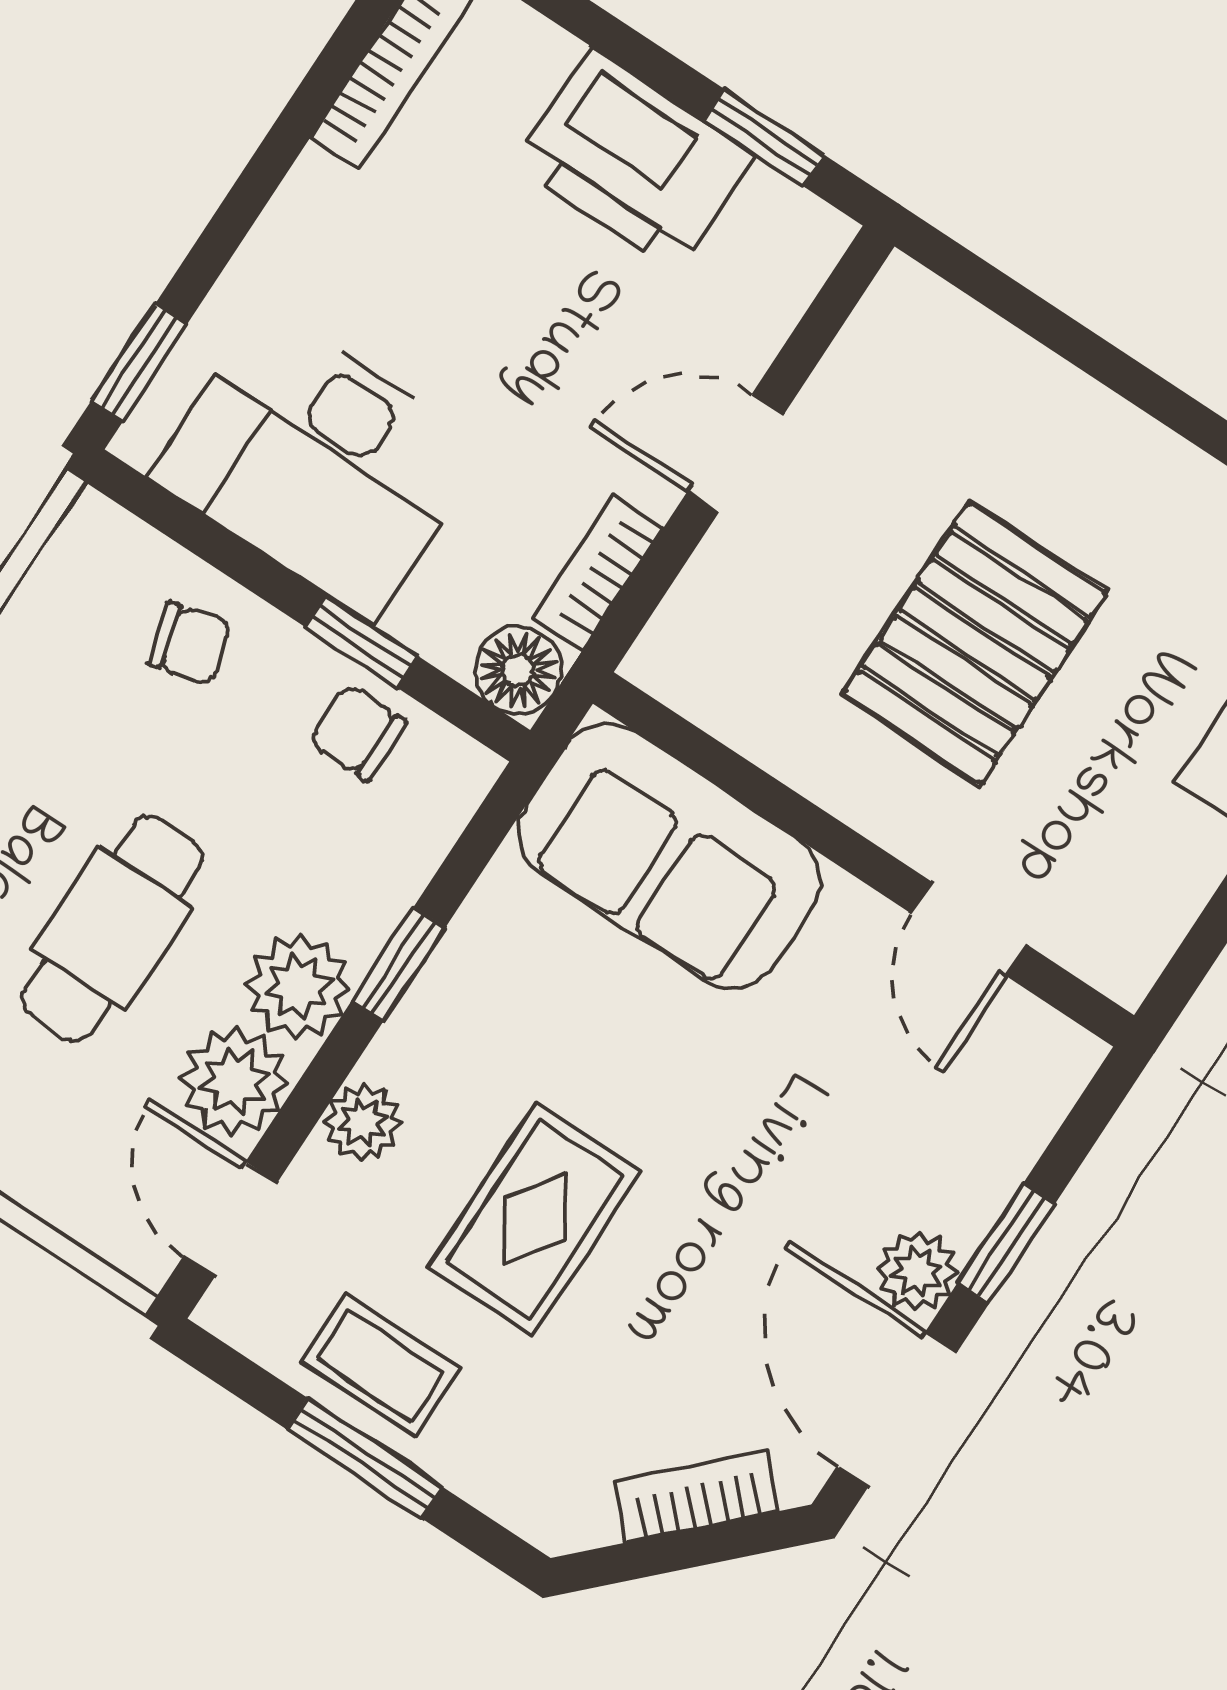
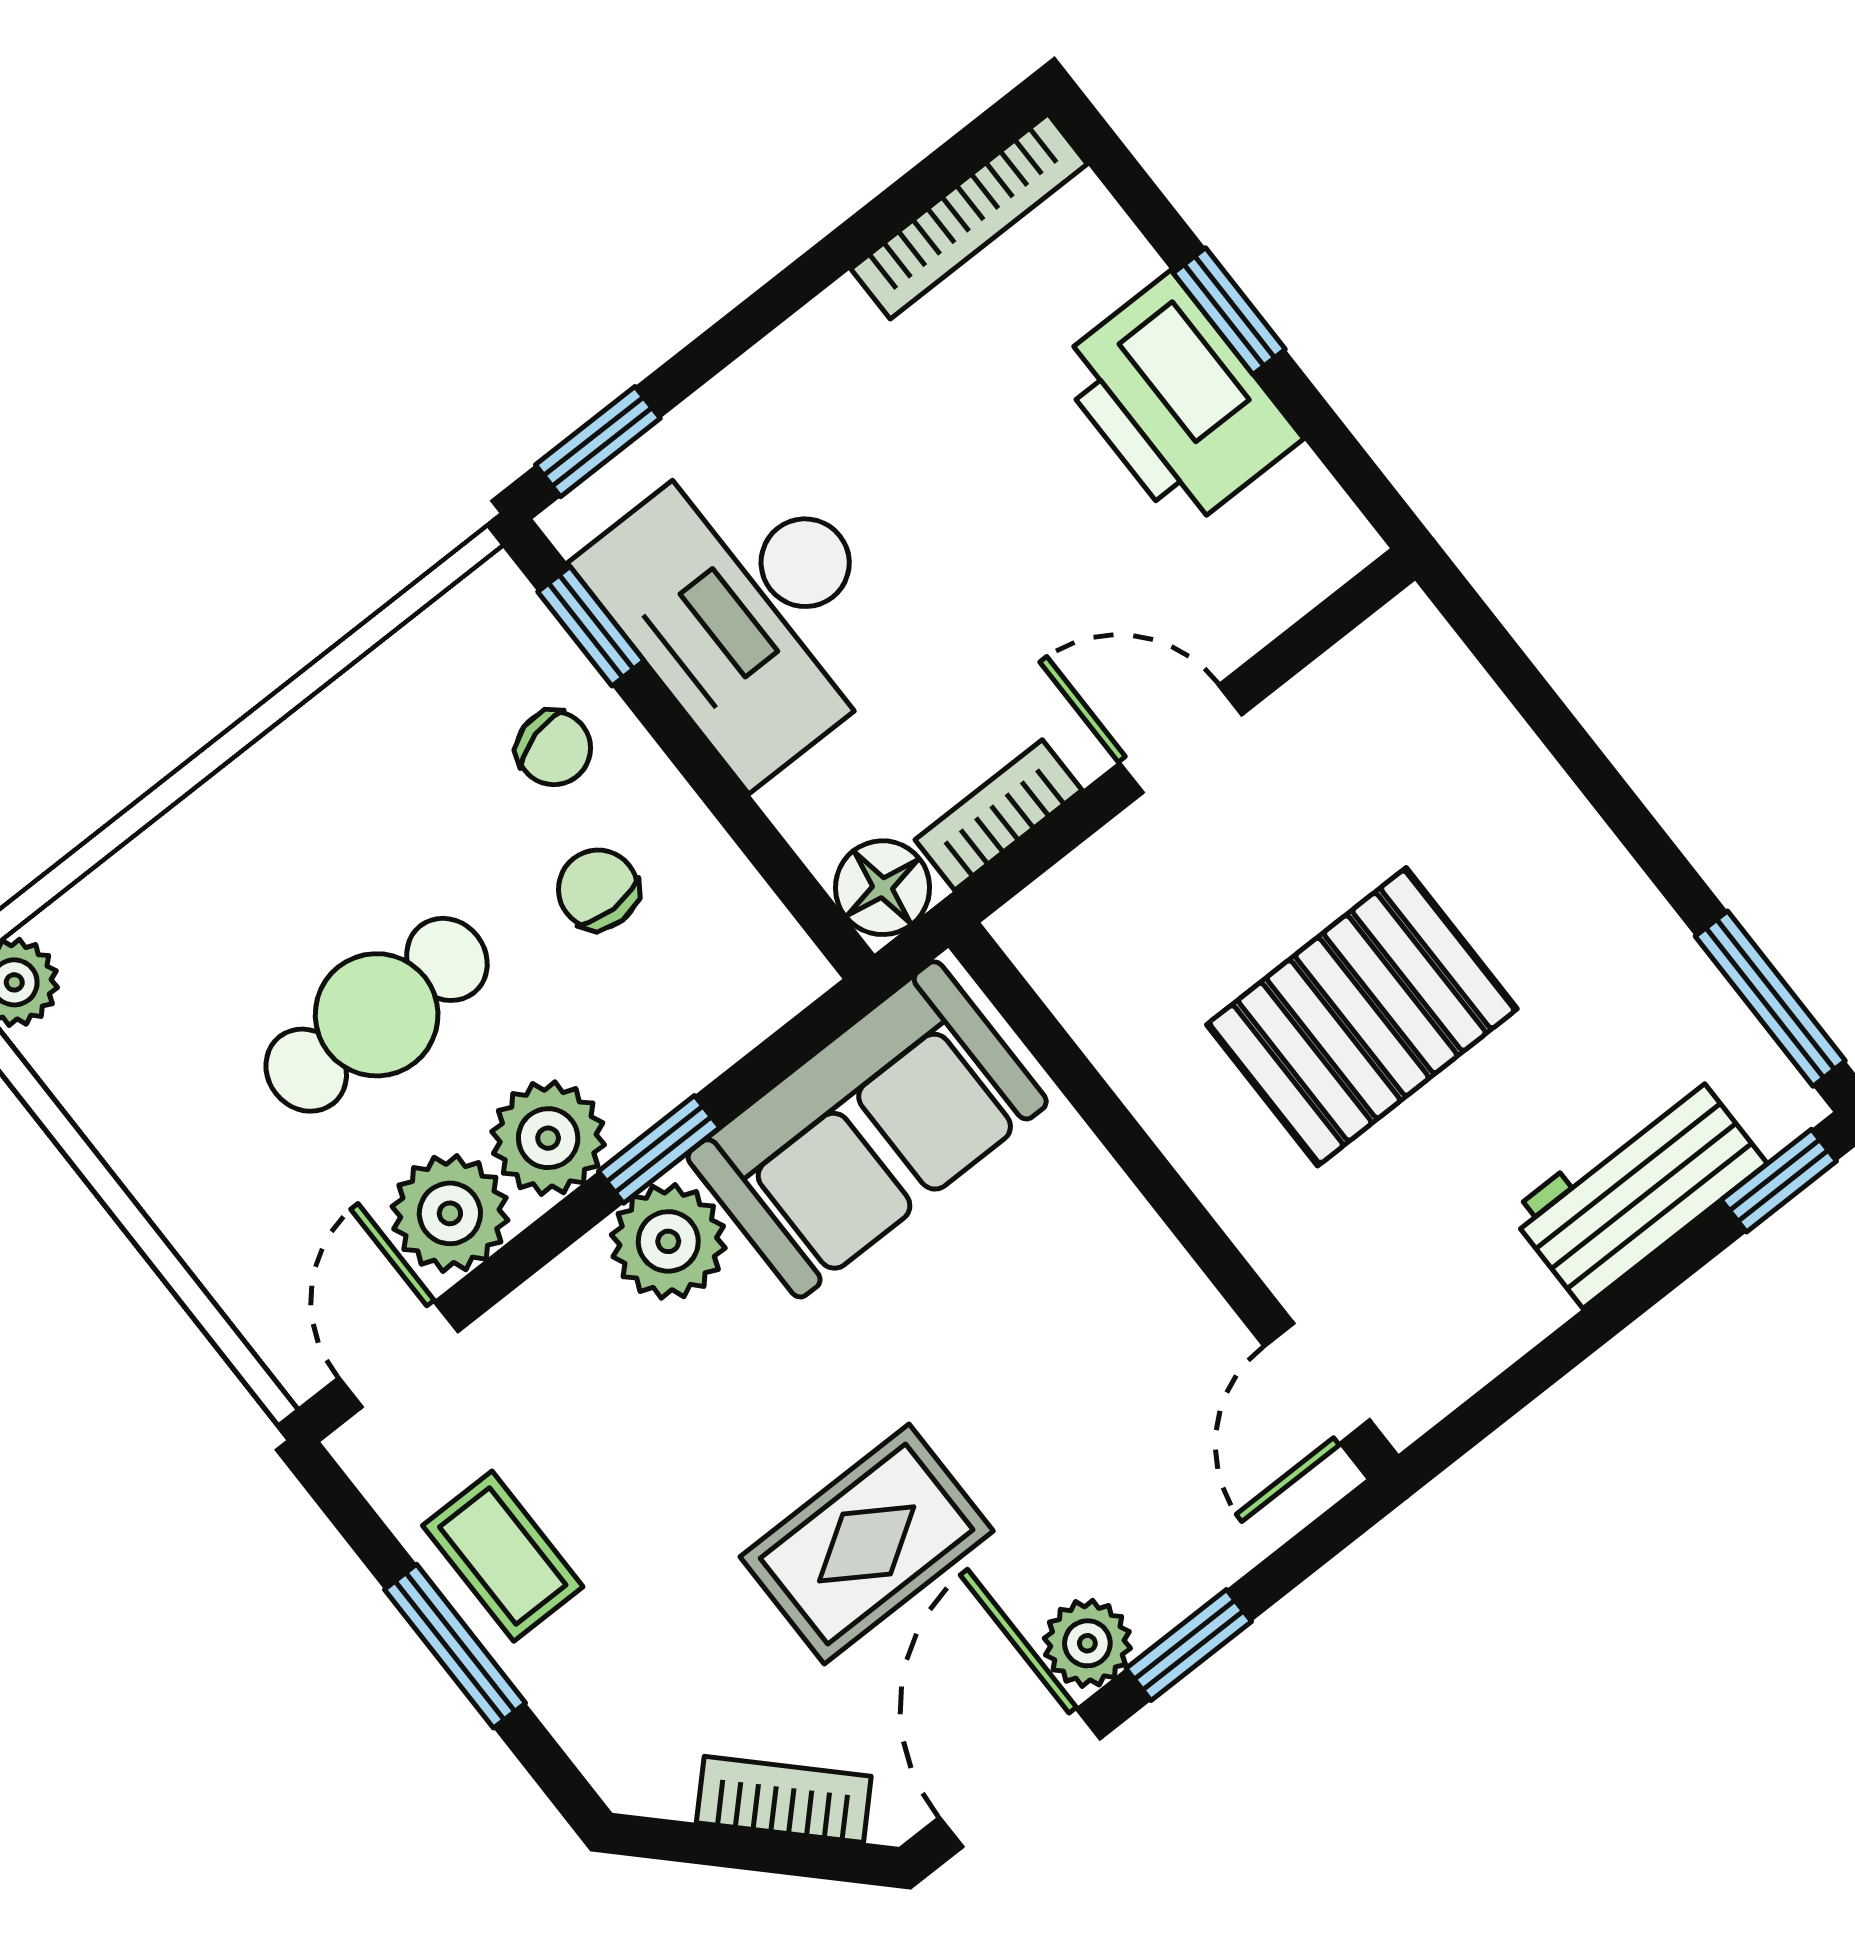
window: (764, 138) -> (1229, 311), moved
window: (362, 642) -> (591, 626), moved
chair: (358, 732) -> (598, 889), moved
sofa: (669, 856) -> (867, 1129), moved, turned -90
door: (969, 929) -> (1317, 1383), moved
plant: (363, 1123) -> (668, 1241), moved, width x1.38, depth x1.38
rug: (535, 1219) -> (867, 1544), moved

